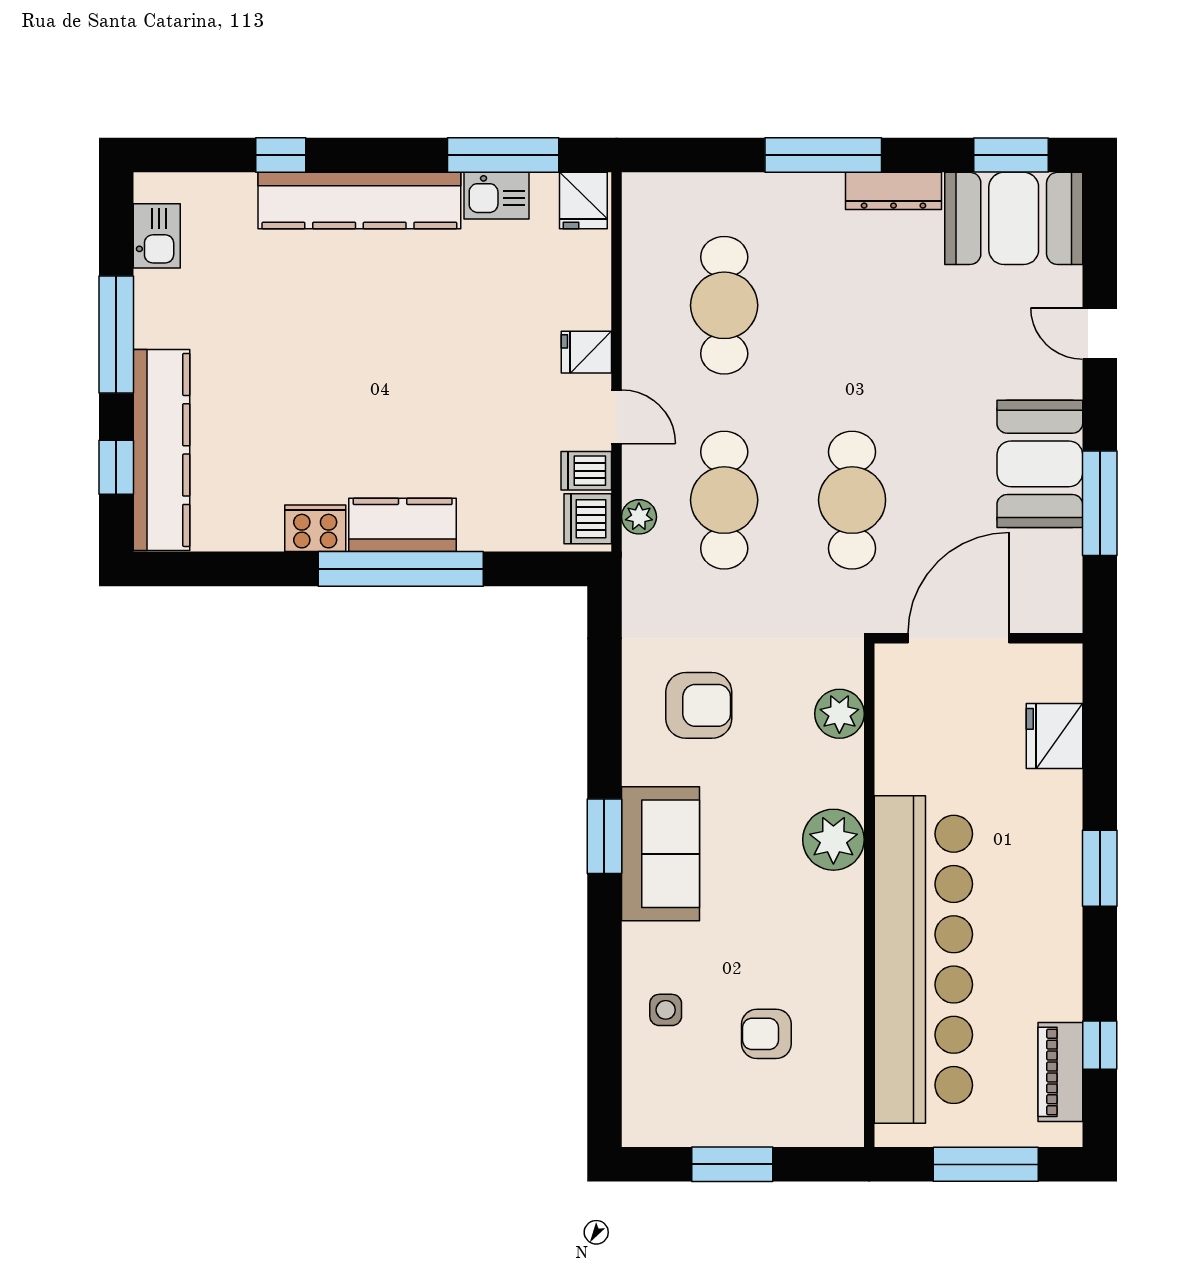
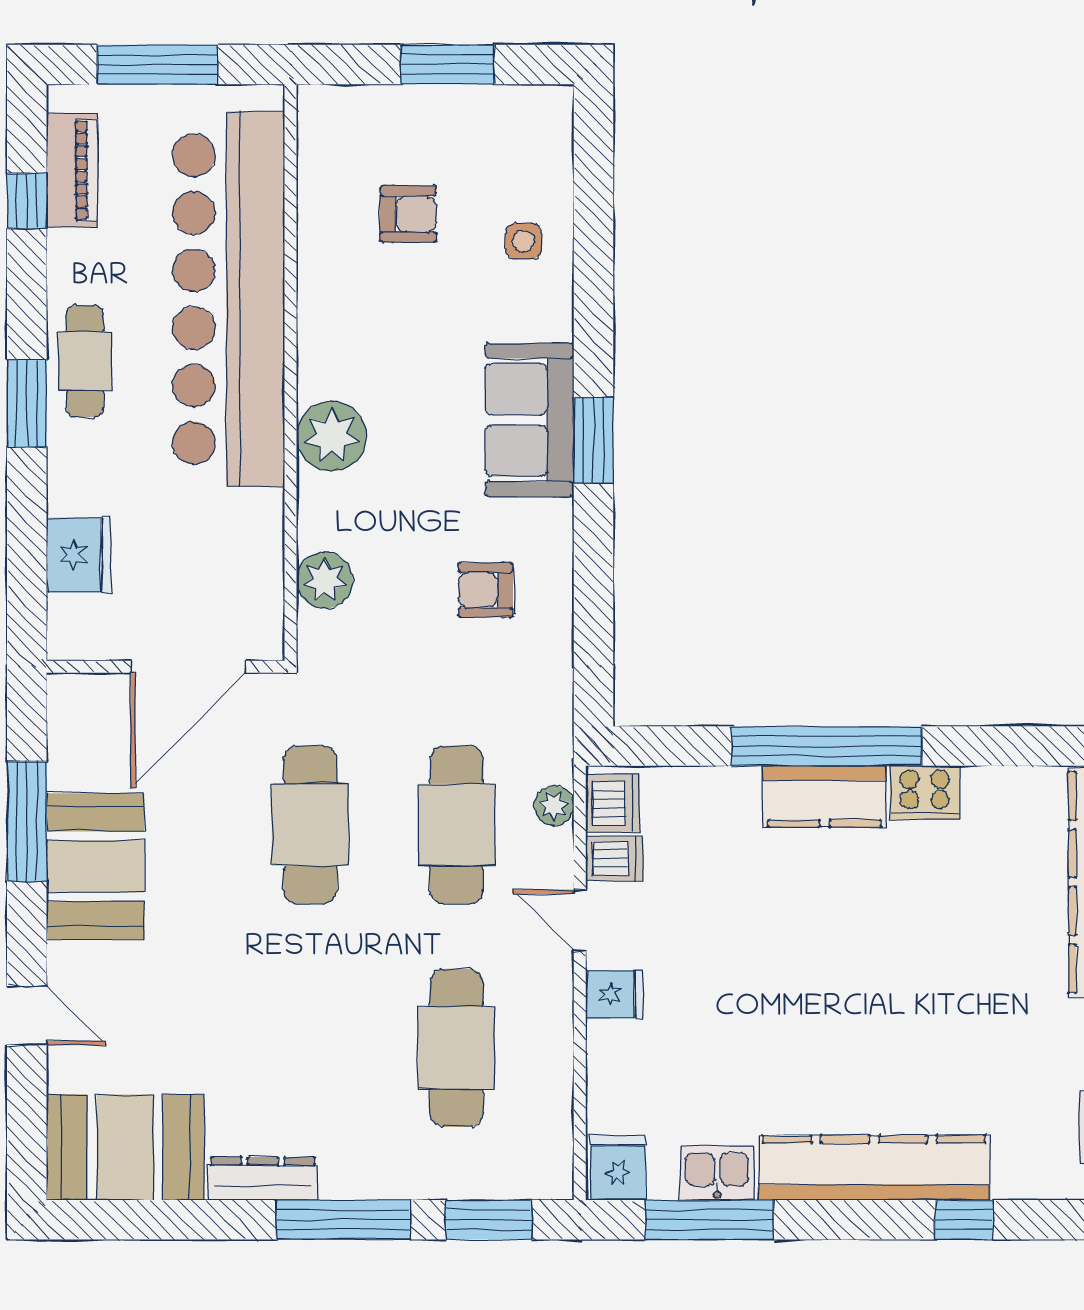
window: (1011, 155) -> (489, 1220), moved
armchair: (699, 705) -> (486, 590), width x0.72, depth x0.72
cafe table: (1049, 905) -> (85, 361), added

